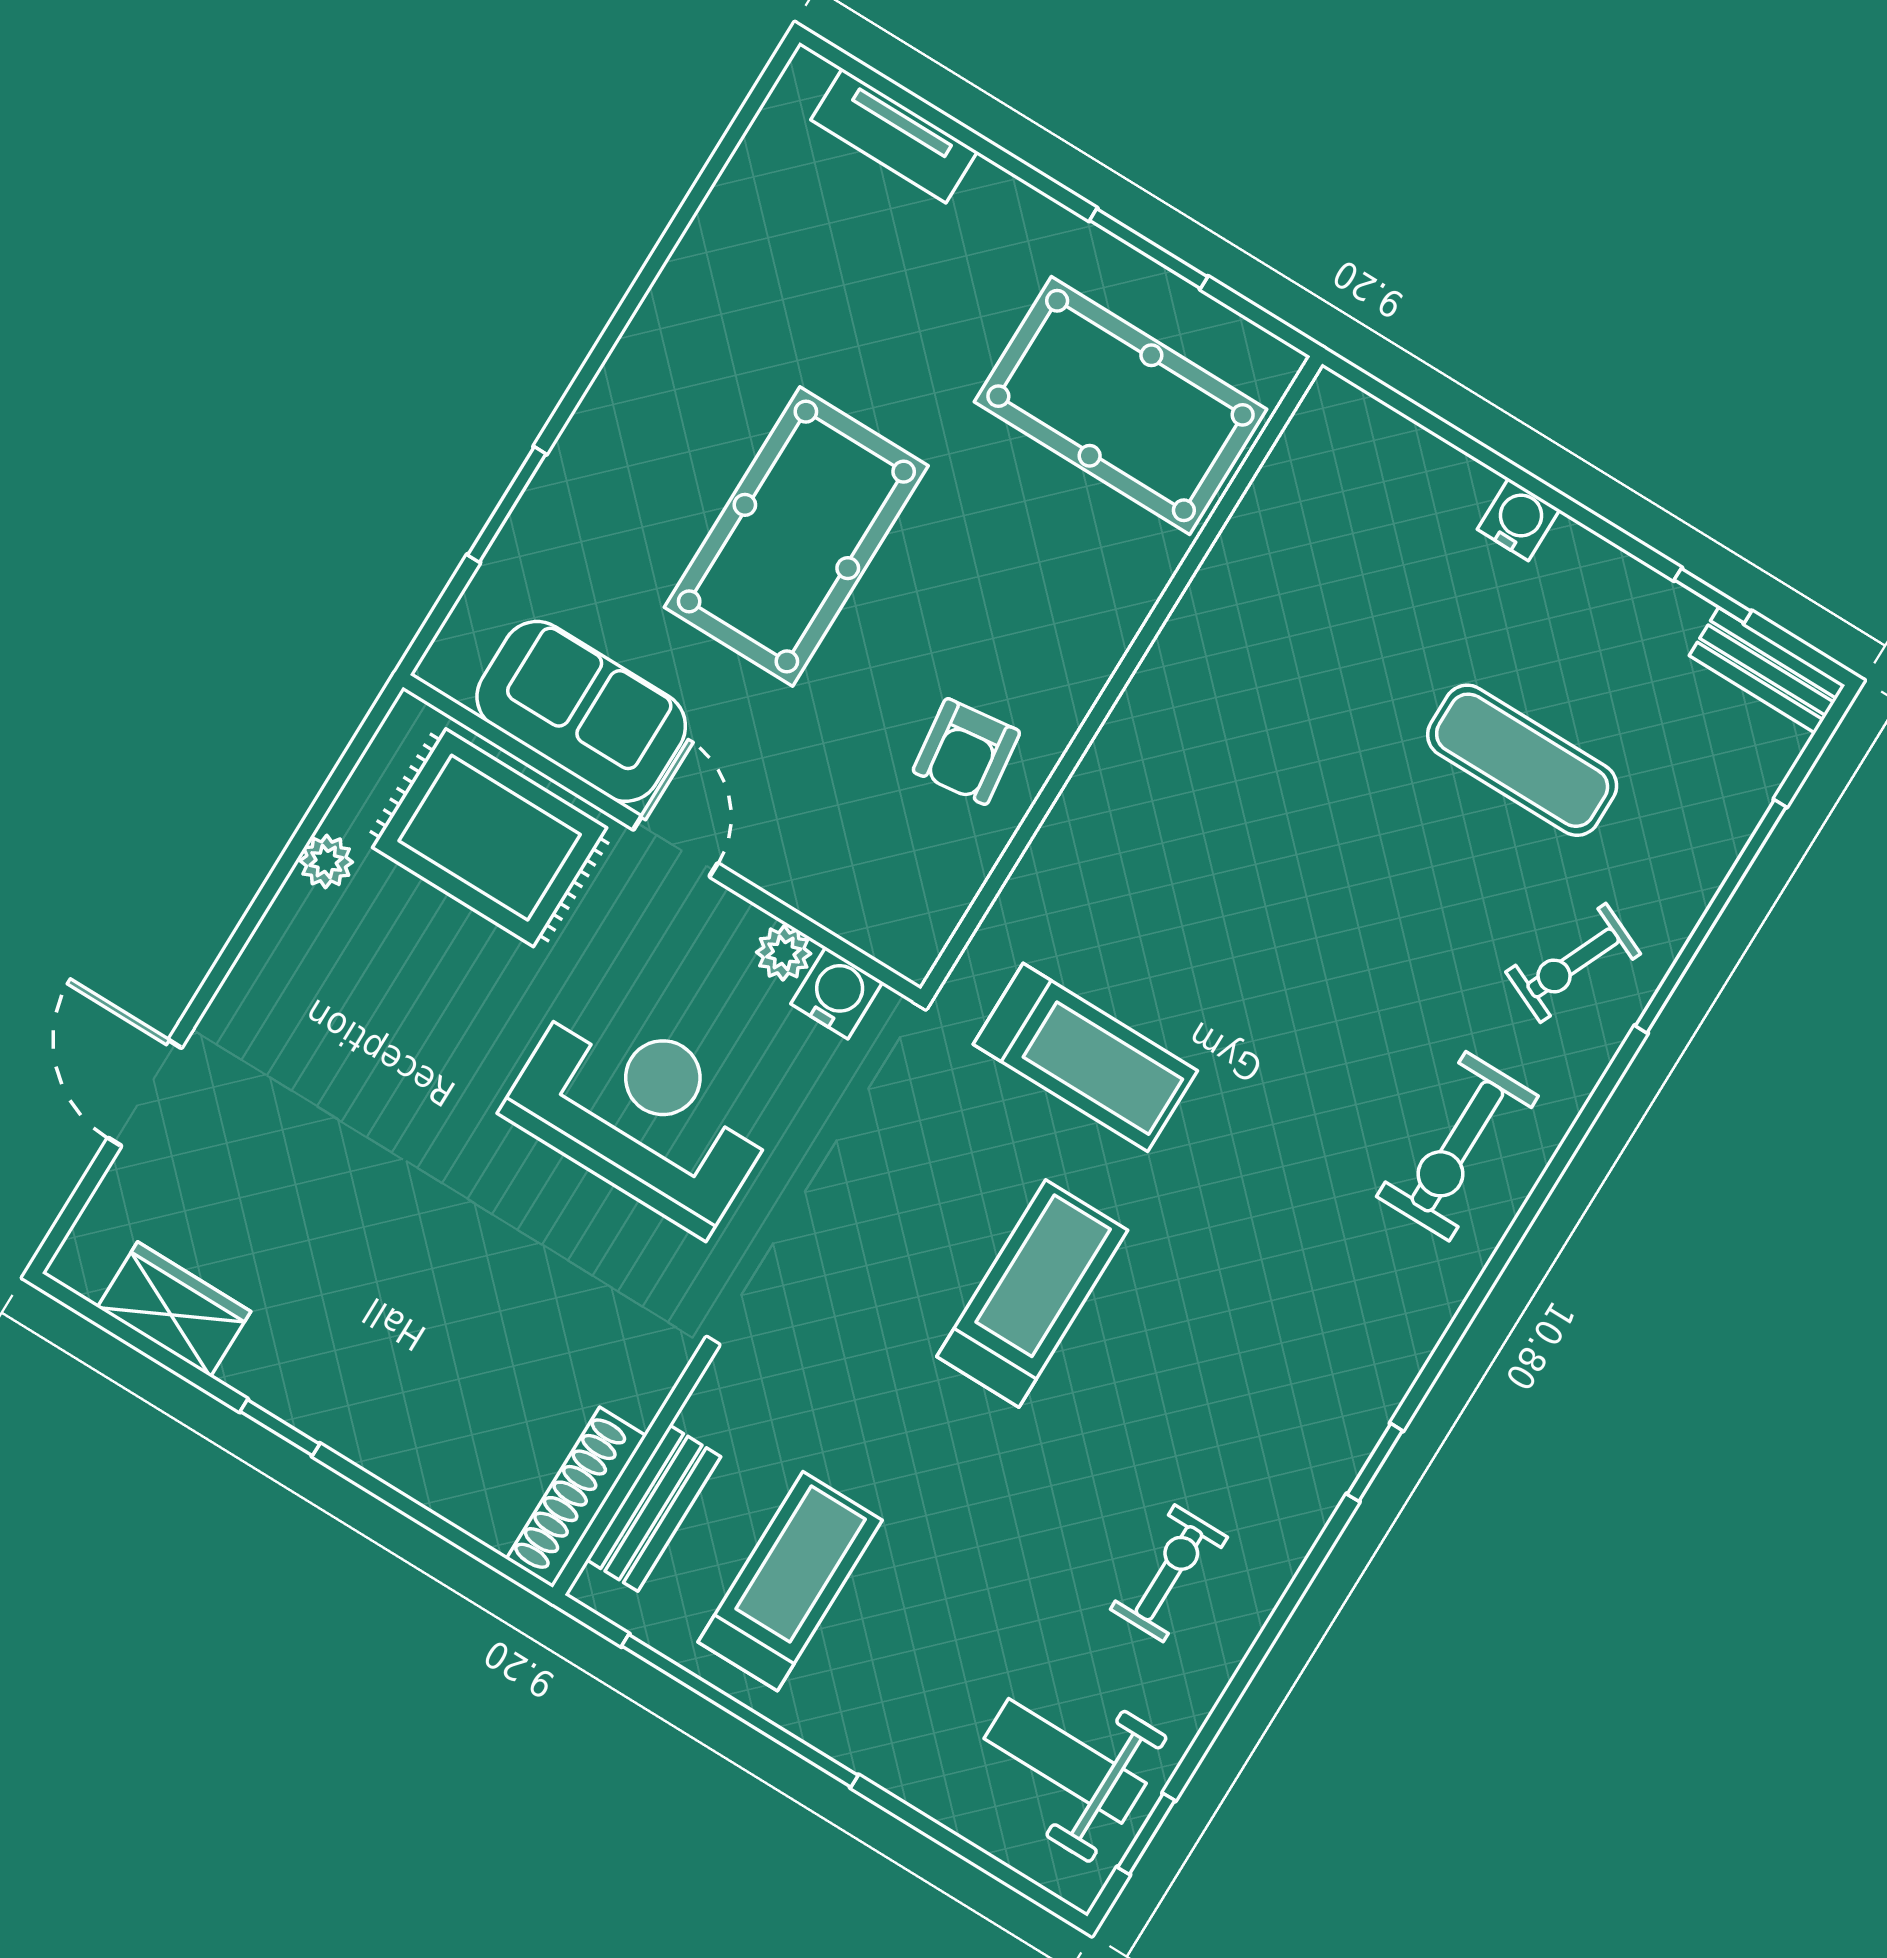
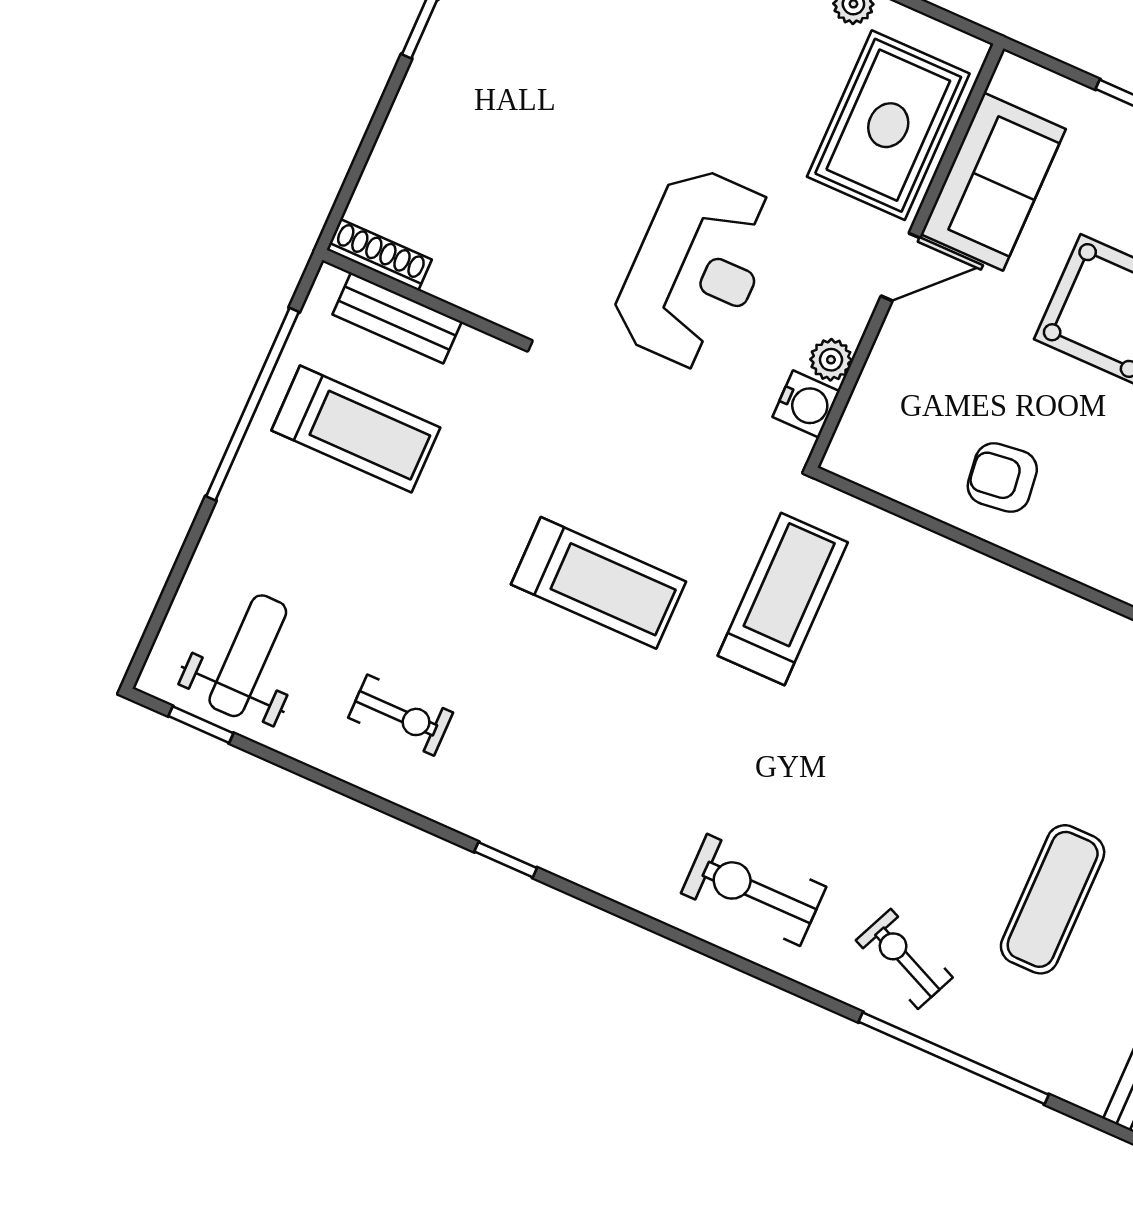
treadmill: (1085, 1057) -> (783, 599), turned 180
shoe rack: (576, 1497) -> (379, 255), width x0.74, depth x0.81

